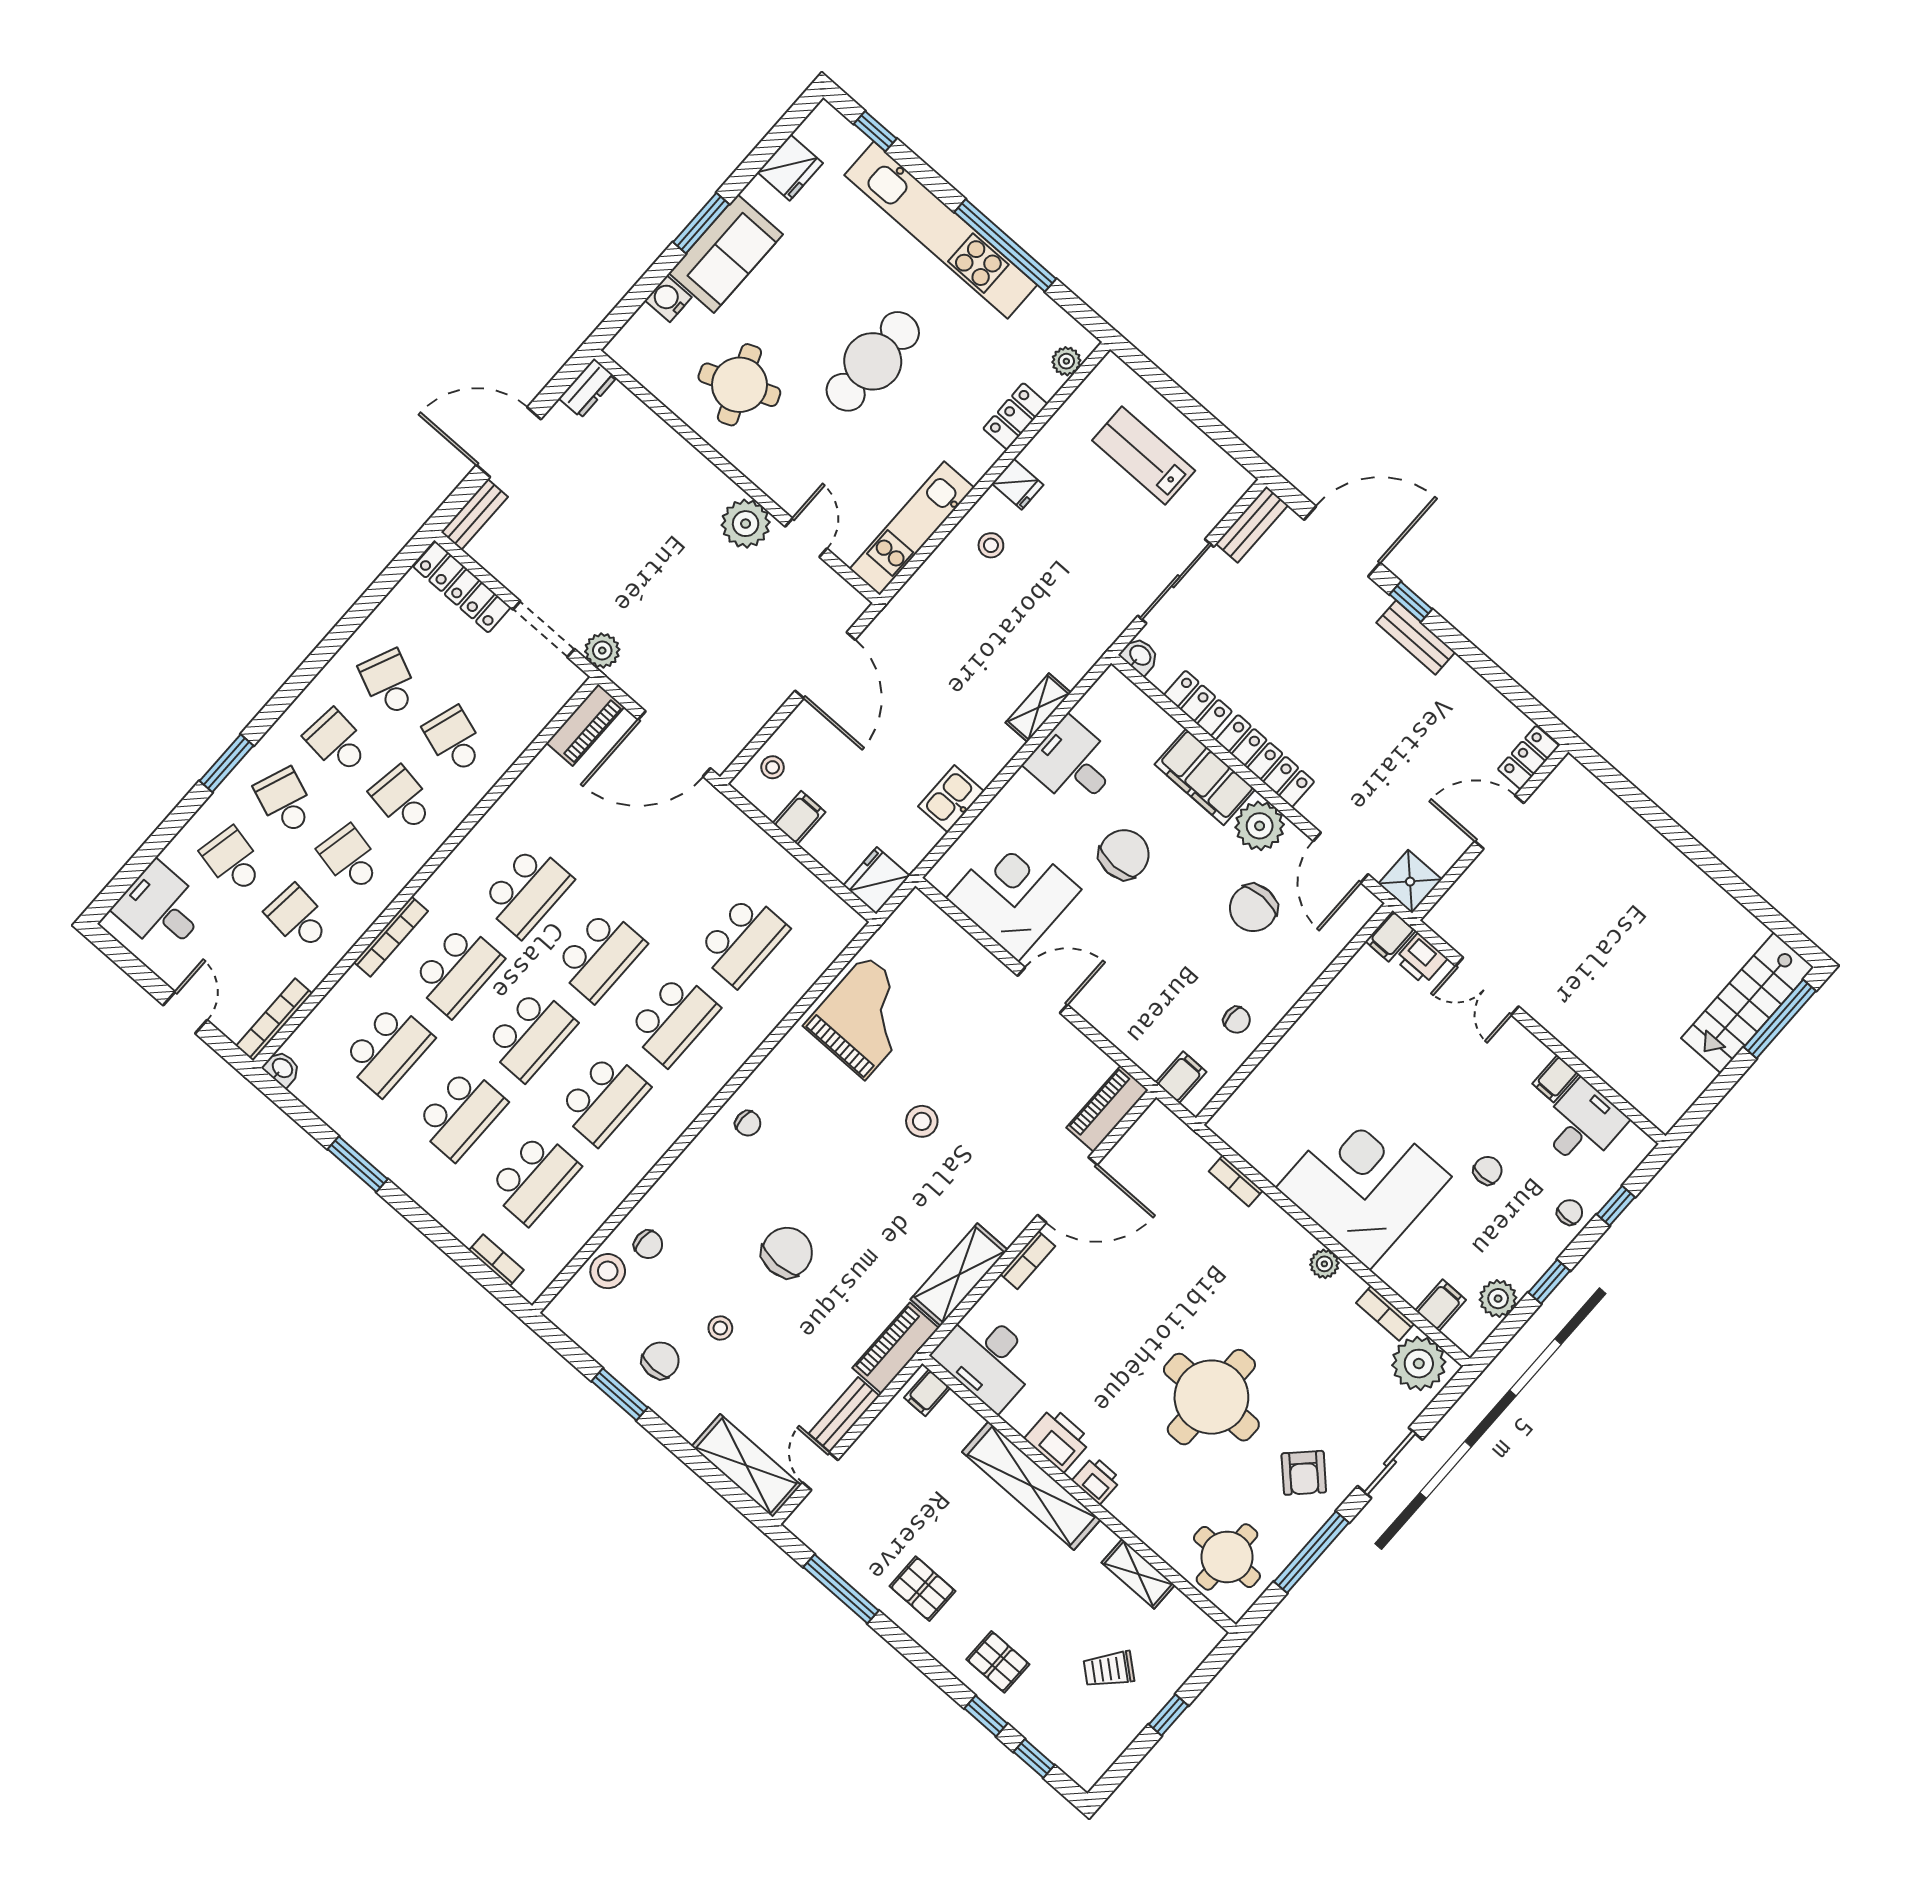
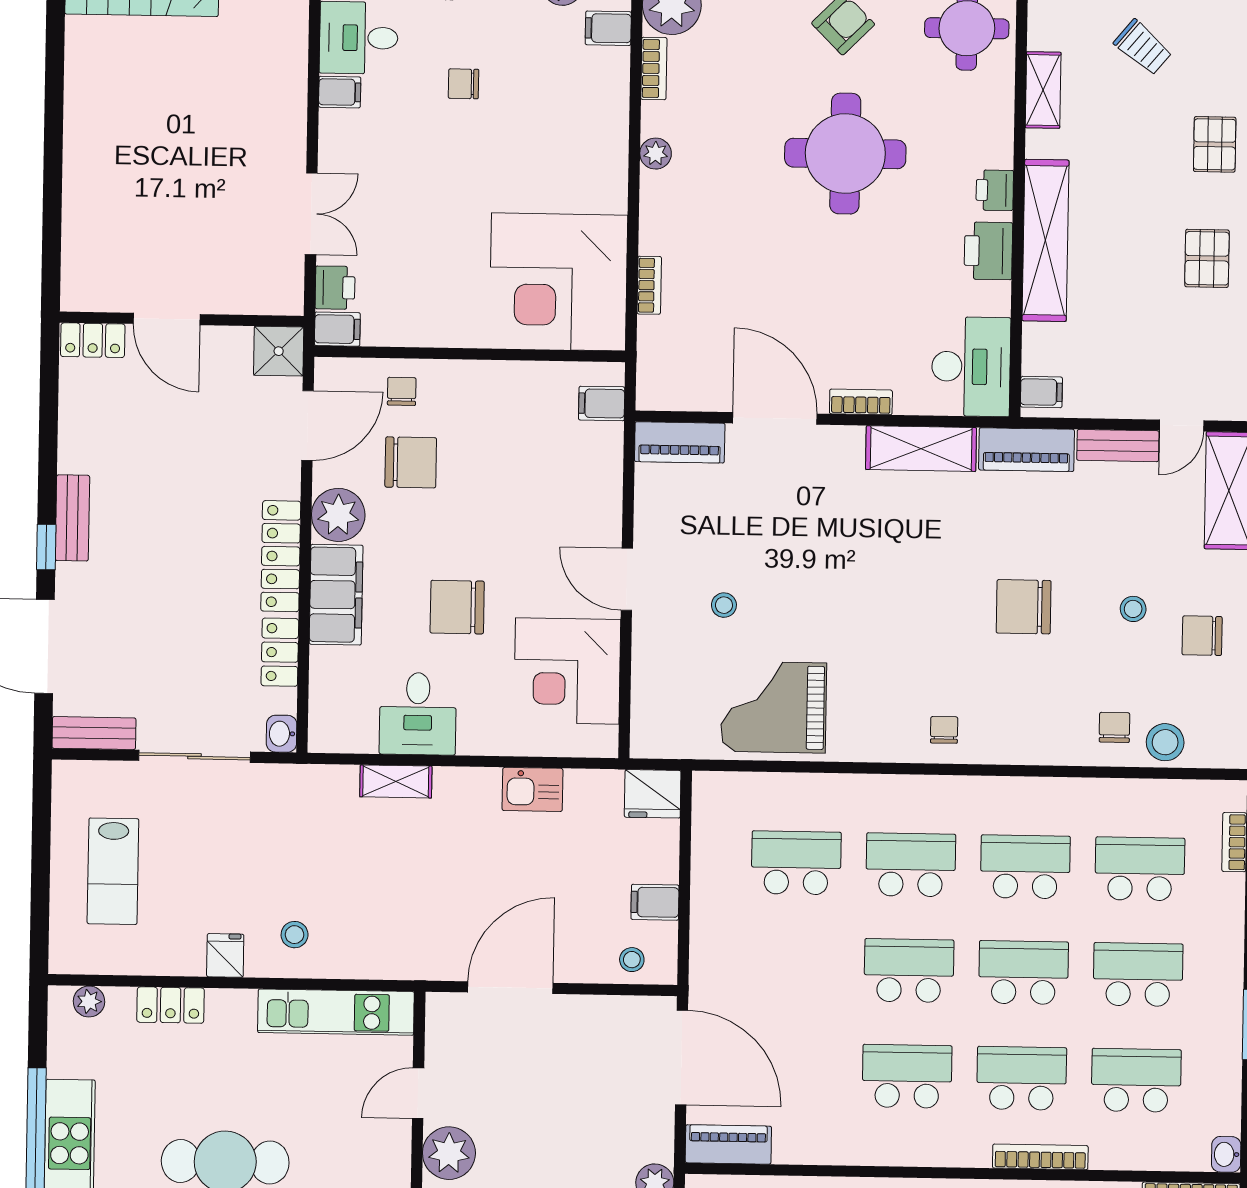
chair: (1237, 1020) -> (402, 391), moved
stool: (922, 1121) -> (724, 605), moved, width x0.73, depth x0.73
corner desk: (1364, 1182) -> (558, 282), moved

